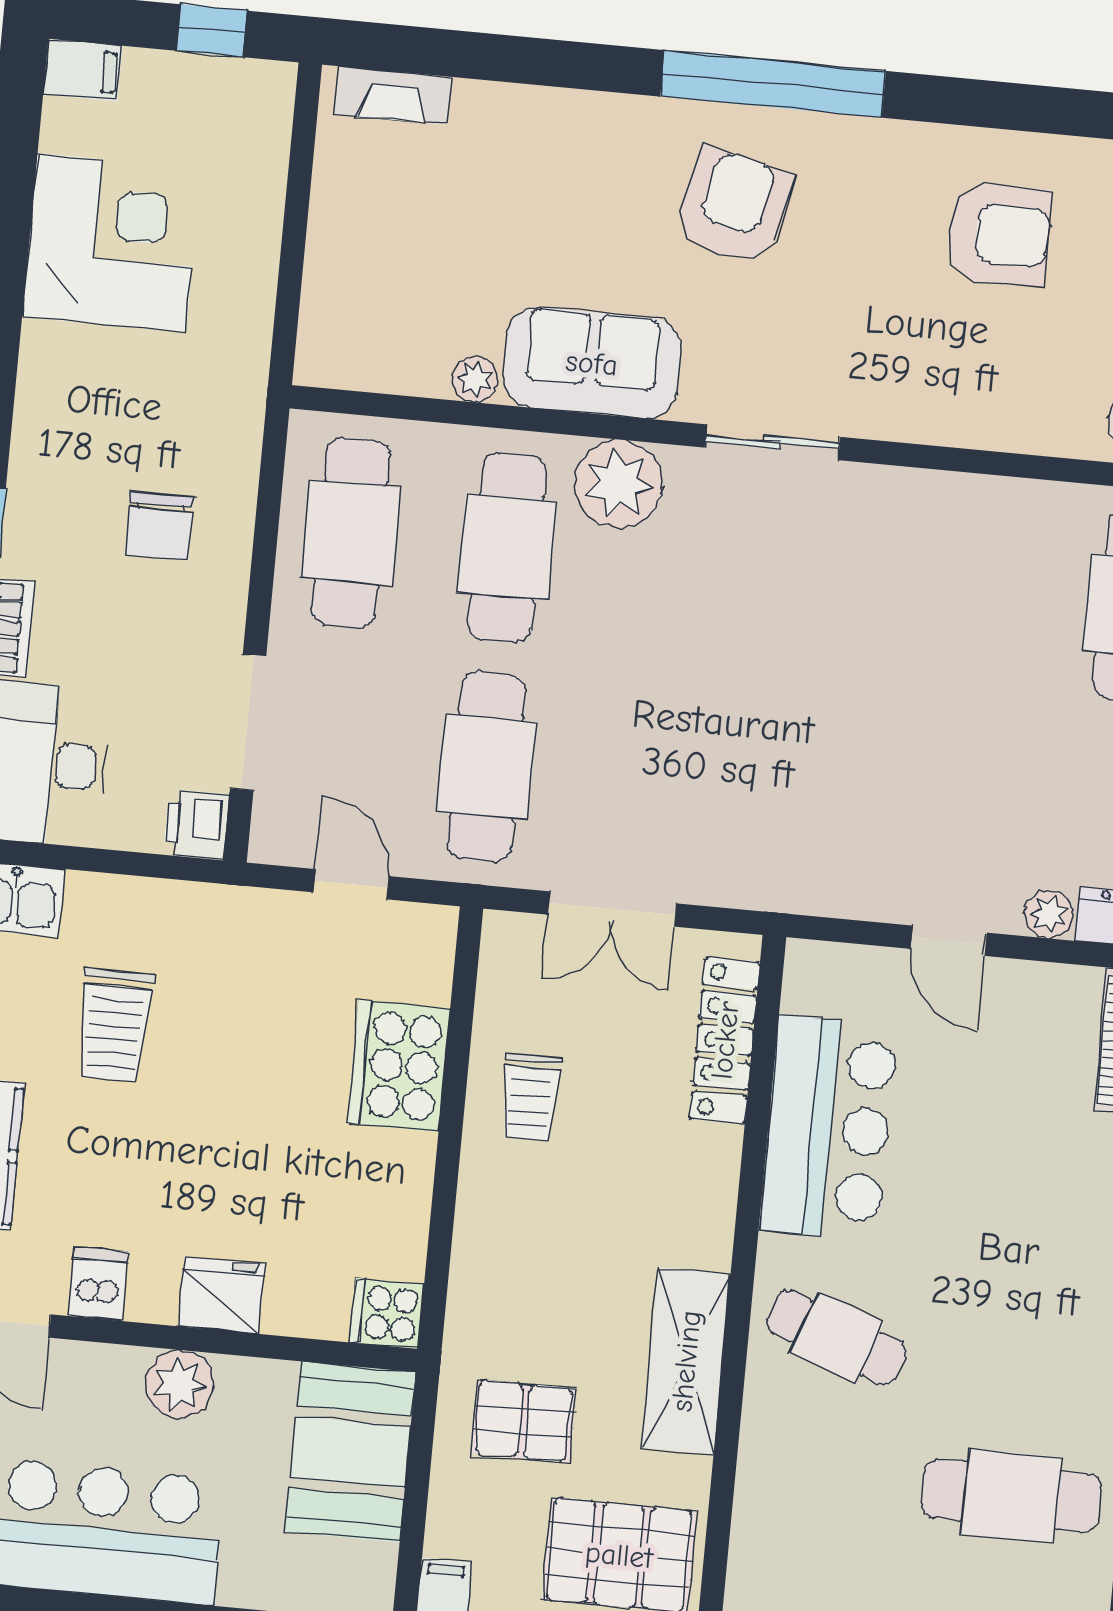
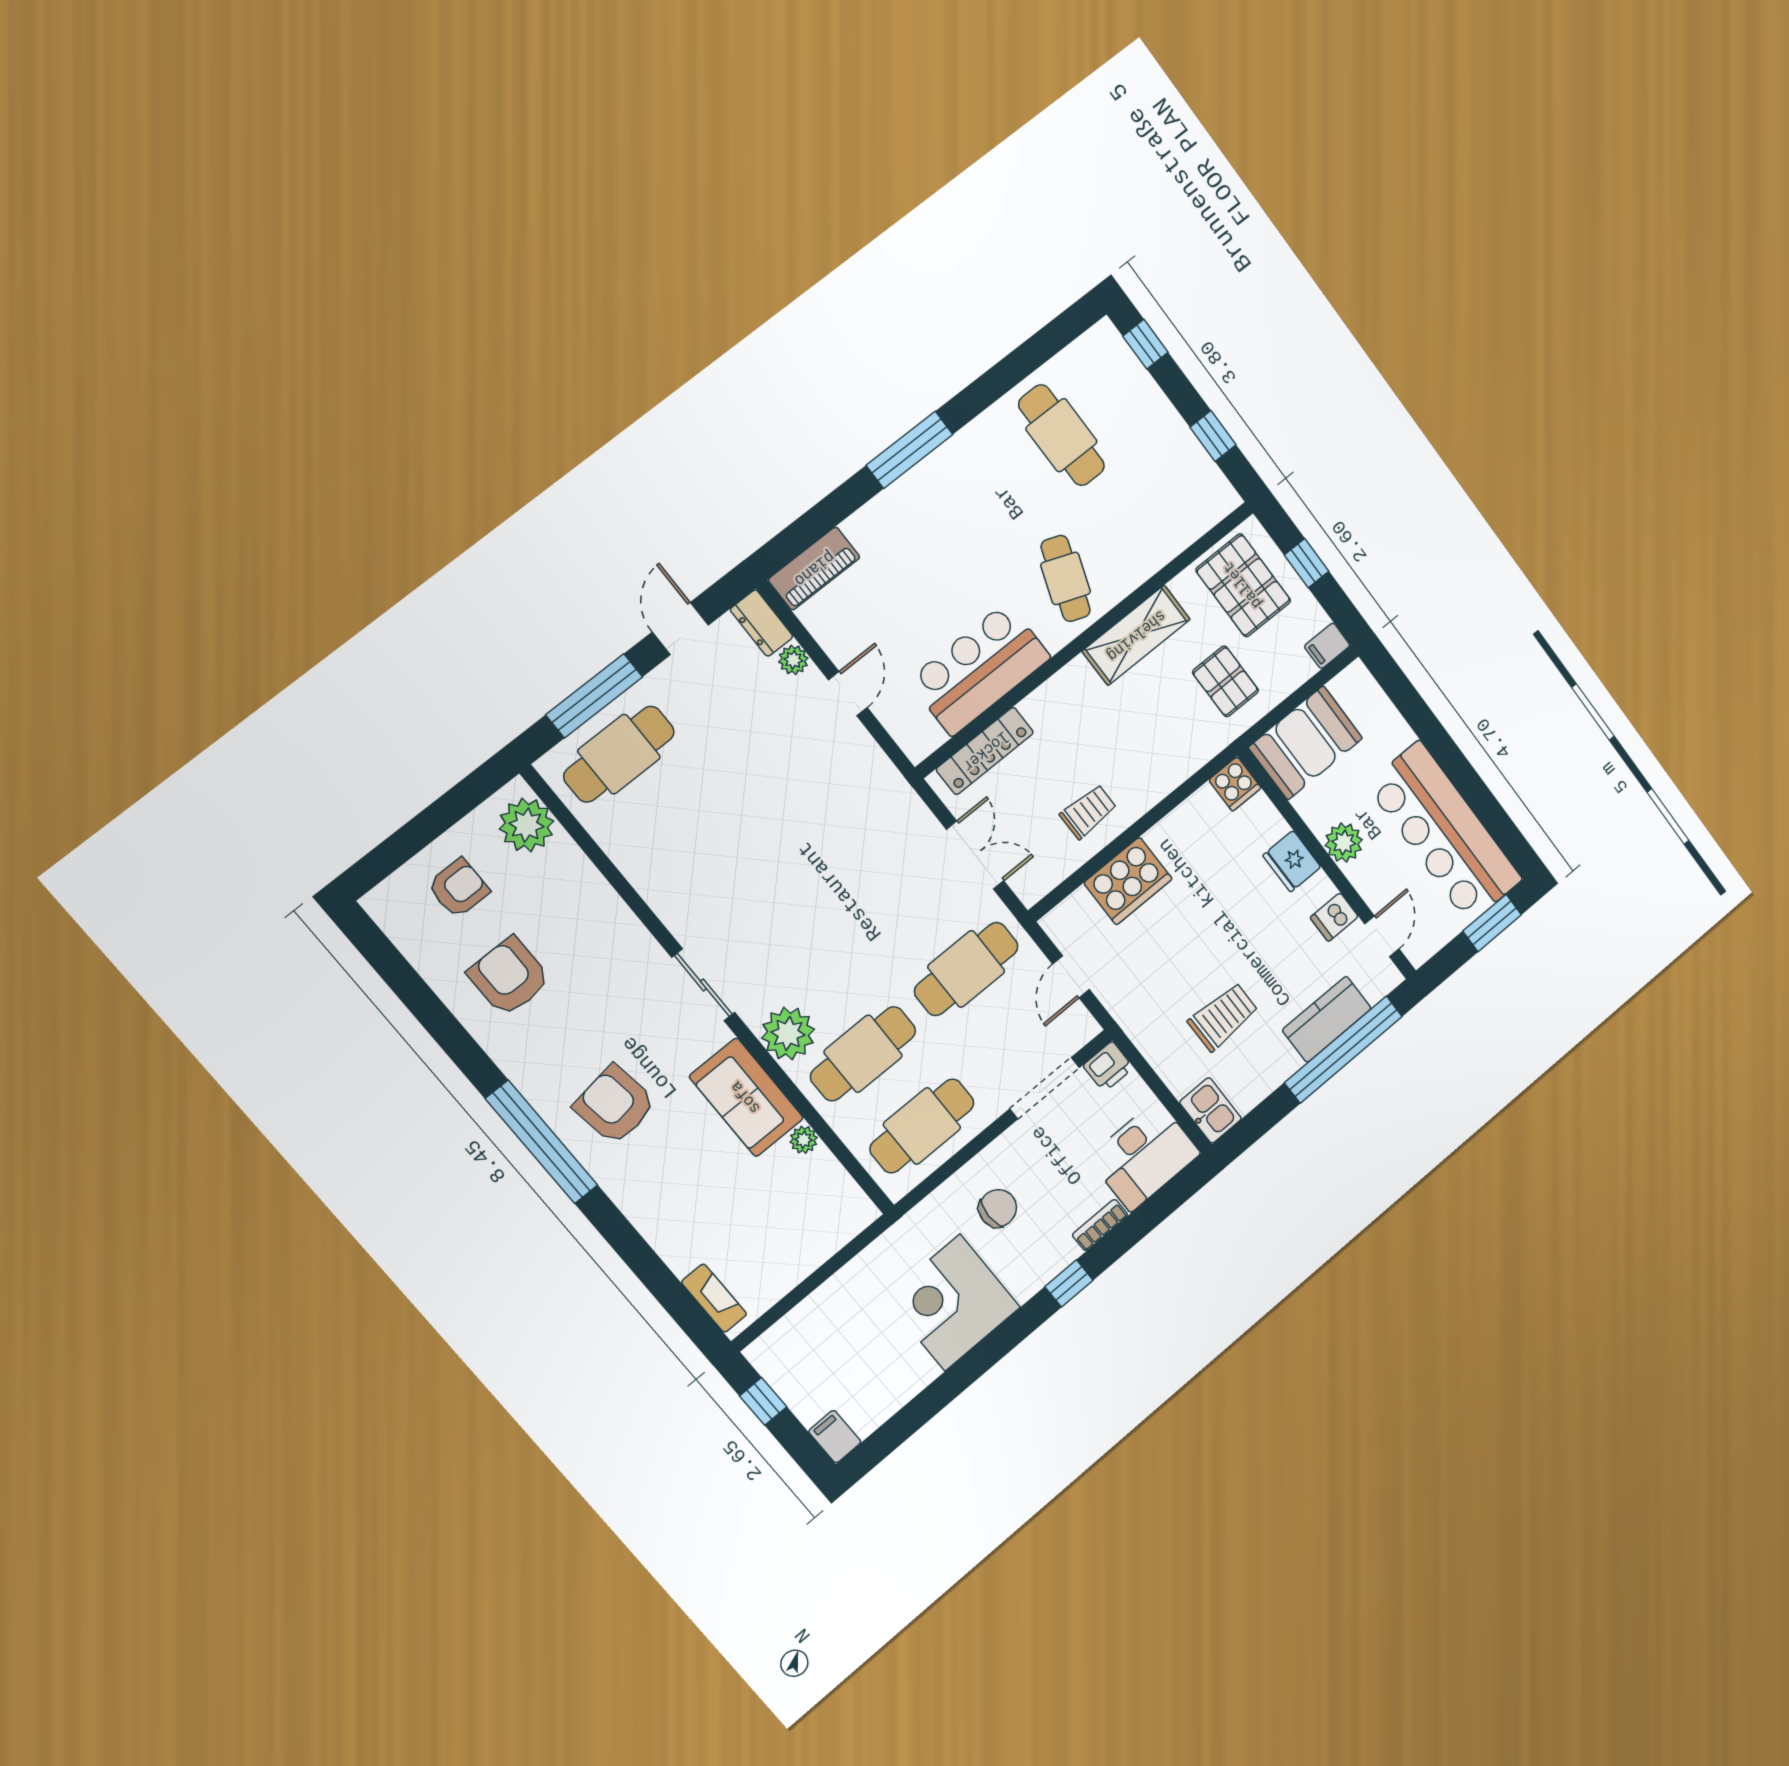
armchair: (734, 206) -> (615, 1105), turned 69
corner desk: (112, 243) -> (953, 1303), moved

